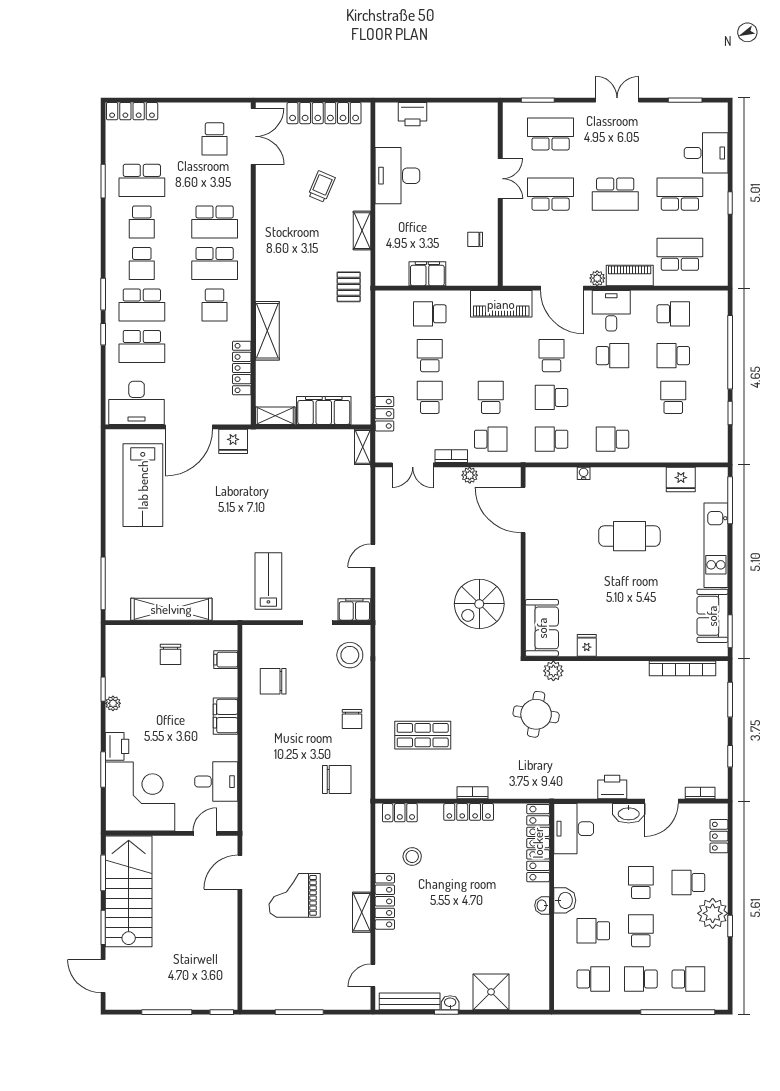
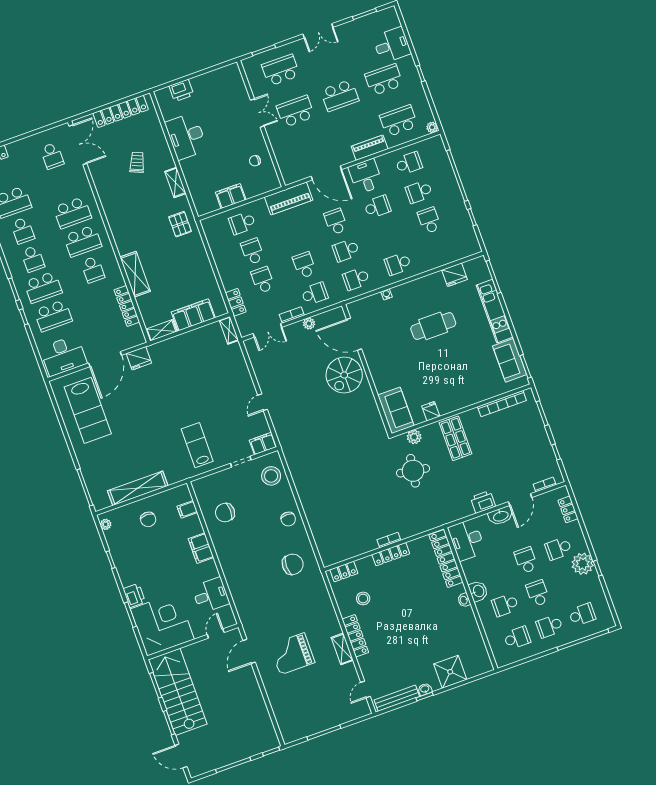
double door: (617, 100) -> (318, 31), swing flipped
plant: (597, 278) -> (432, 127), moved
spiral stairs: (479, 604) -> (344, 375), moved
plant: (113, 703) -> (106, 524), moved
shop shelf: (423, 735) -> (456, 438), moved, turned 90

